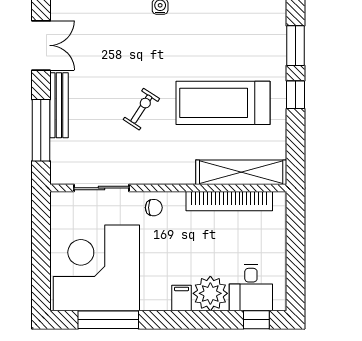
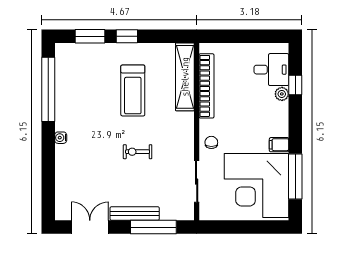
treadmill: (223, 103) -> (133, 90), width x0.73, depth x0.73
exercise bike: (141, 109) -> (138, 152), turned -33
plant: (210, 293) -> (282, 94), width x0.53, depth x0.53
filing cabinet: (182, 298) -> (279, 145), moved
window: (256, 320) -> (295, 85), moved

